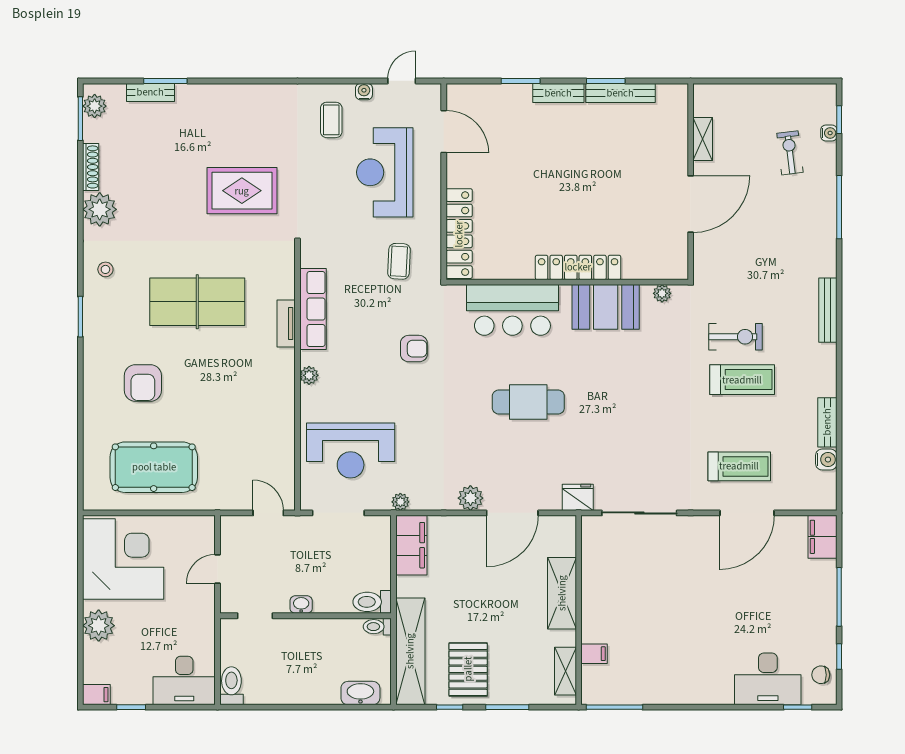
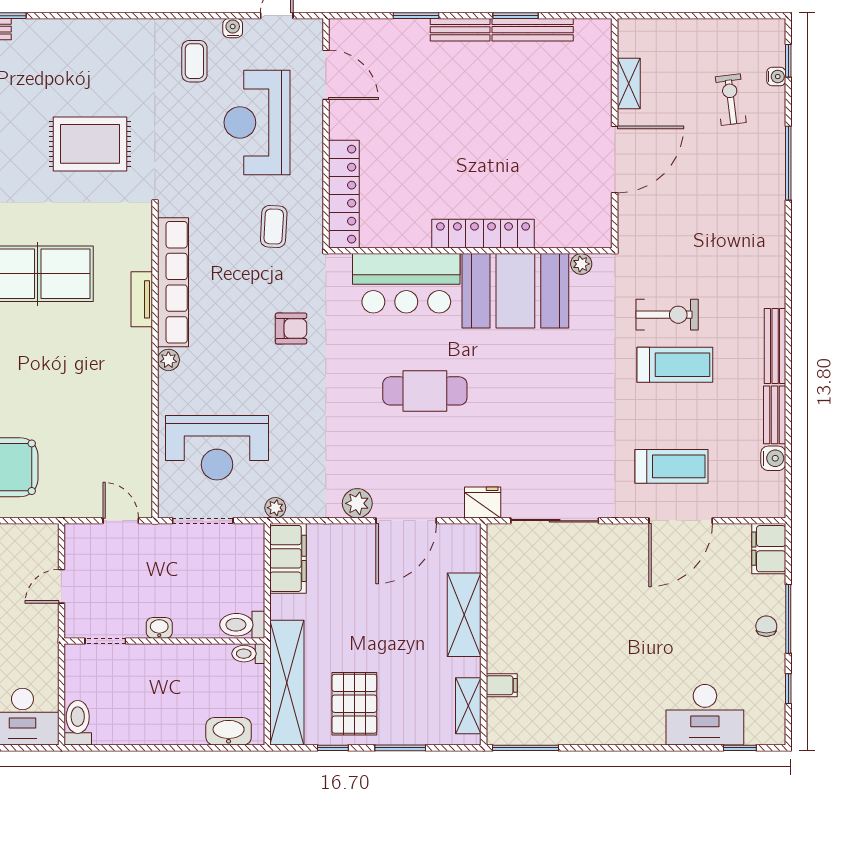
booth: (606, 307) -> (515, 291), width x1.36, depth x1.42
row of seats: (313, 309) -> (173, 282), width x1.36
bench: (828, 310) -> (775, 346), moved
chair: (821, 675) -> (766, 626), moved, turned 90

